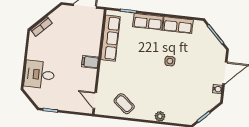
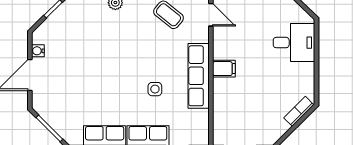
row of seats: (110, 38) -> (199, 76), moved
side table: (170, 61) -> (155, 89), moved

